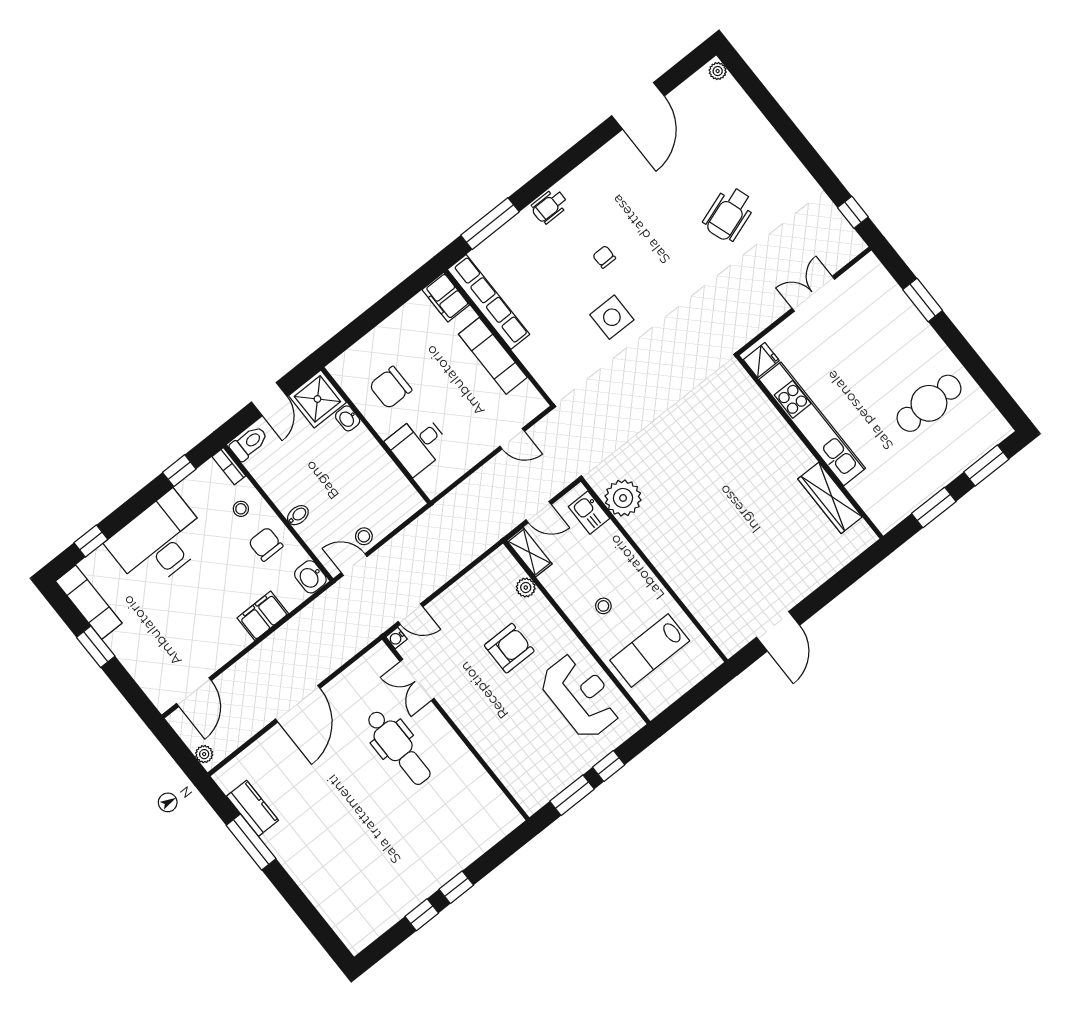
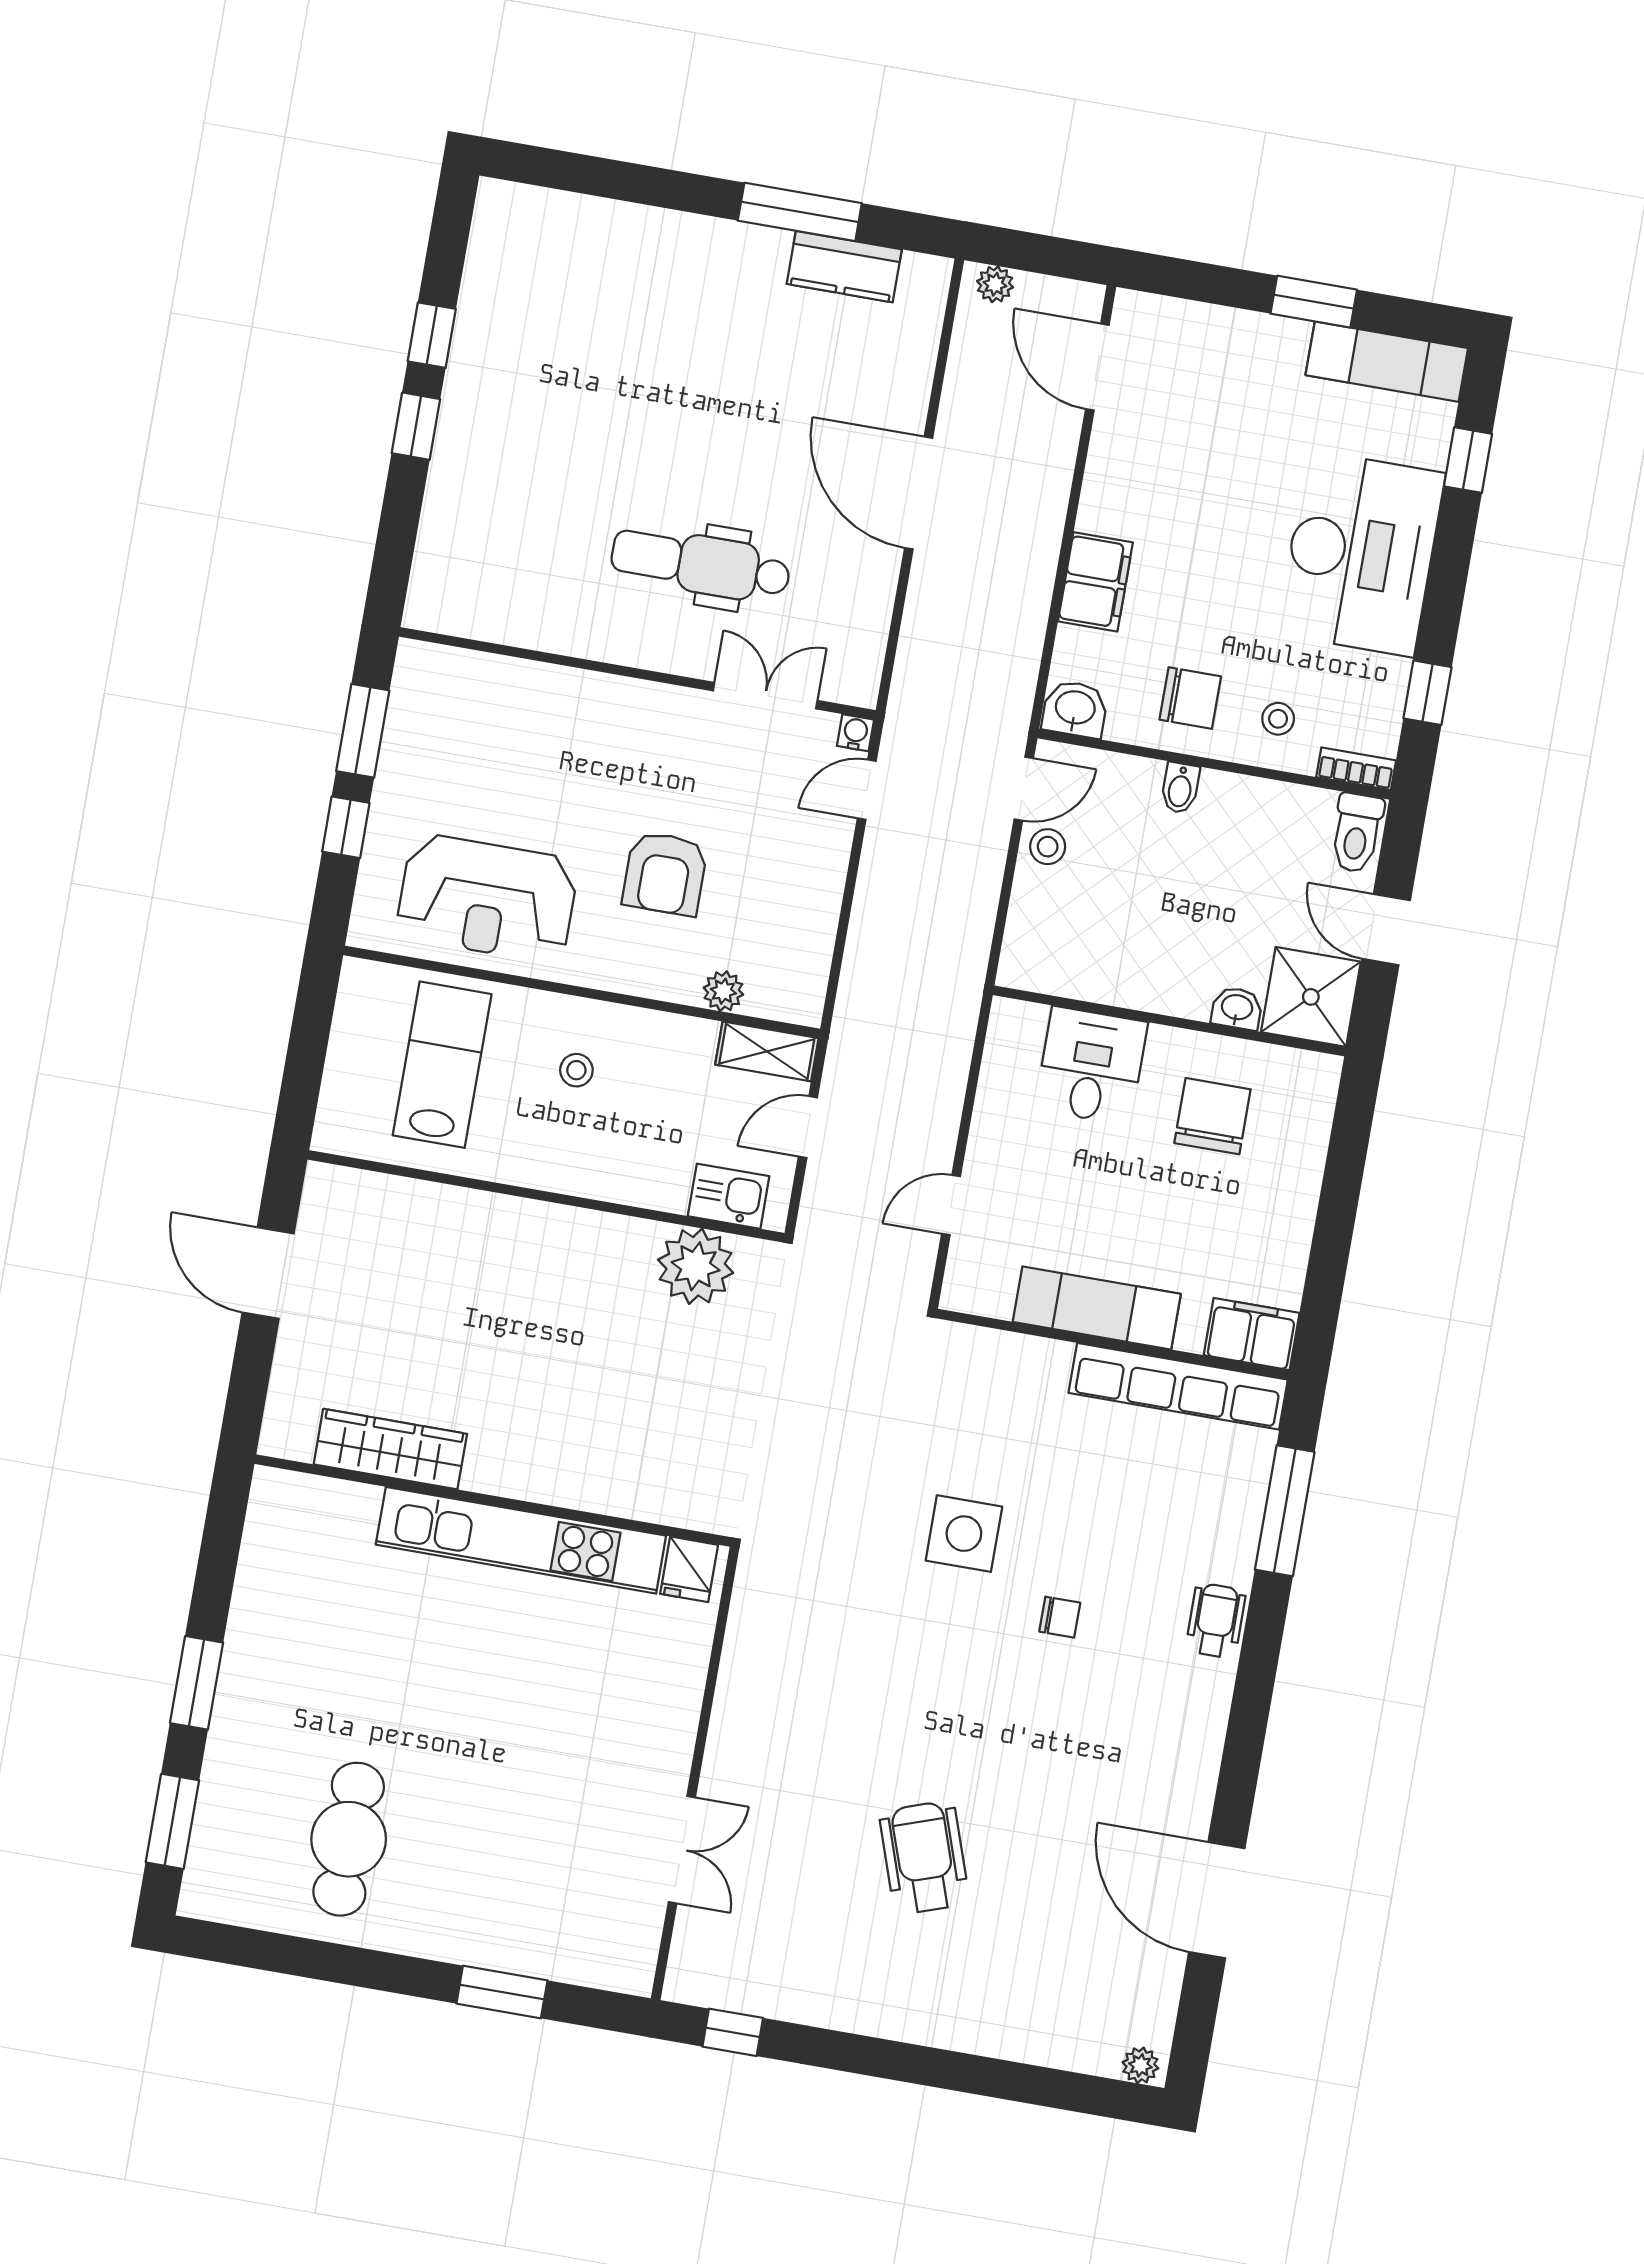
fridge: (761, 360) -> (689, 1569), moved
kitchen unit: (812, 424) -> (521, 1540), moved
wall: (810, 447) -> (493, 1501), moved
wardrobe: (830, 498) -> (390, 1449), moved

